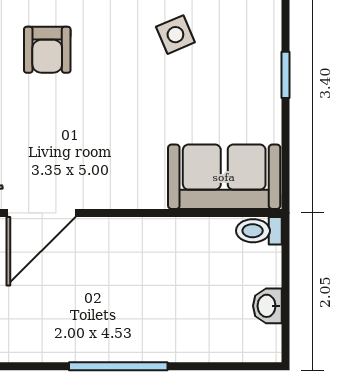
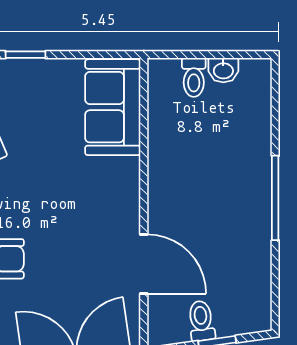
toilet: (259, 231) -> (194, 77), moved

